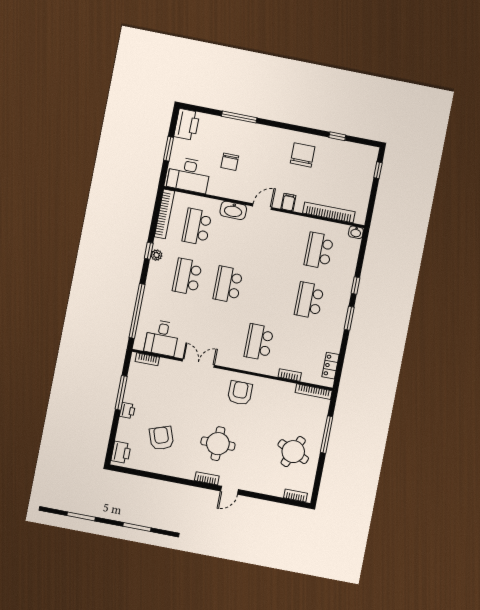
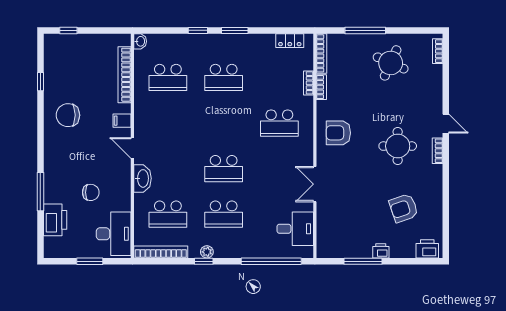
printer: (187, 124) -> (55, 220), moved, turned 90
bookcase: (147, 359) -> (321, 87), moved

